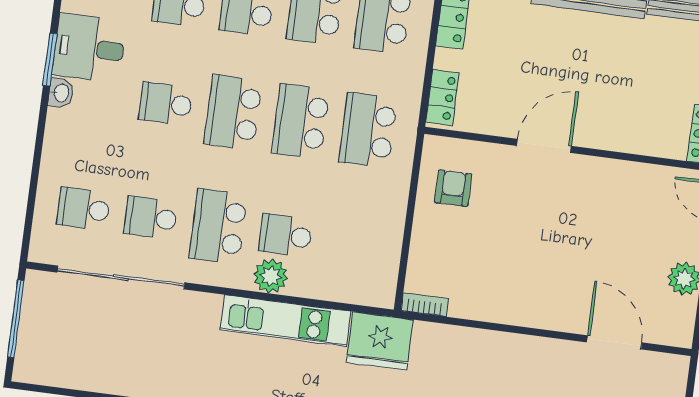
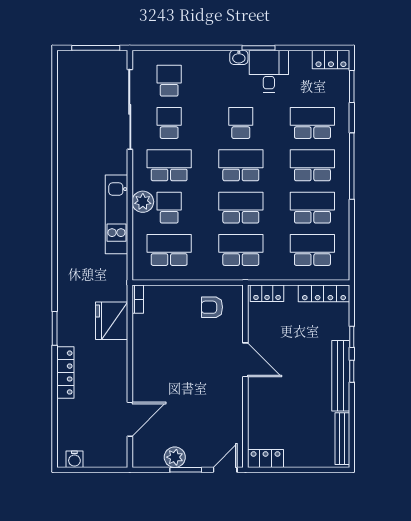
armchair: (453, 188) -> (212, 307), turned 180
school desk: (353, 244) -> (169, 250), added
fridge: (380, 341) -> (112, 321), moved

